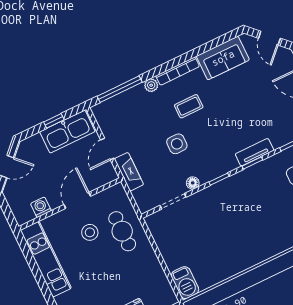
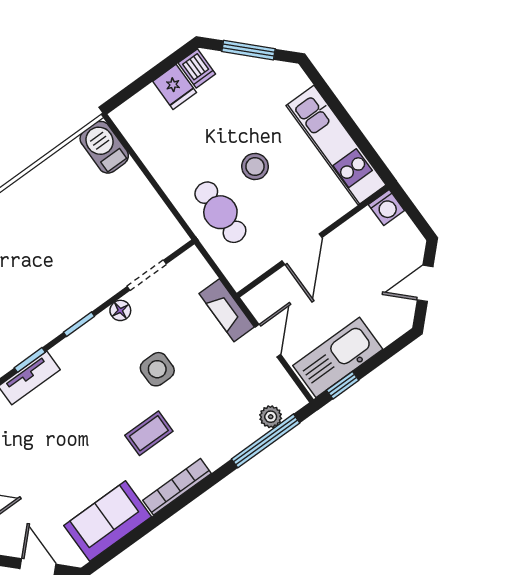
plant: (151, 85) -> (271, 417), moved
window: (54, 121) -> (343, 385), moved
washing machine: (41, 207) -> (386, 207), moved
stool: (90, 232) -> (255, 166), moved

